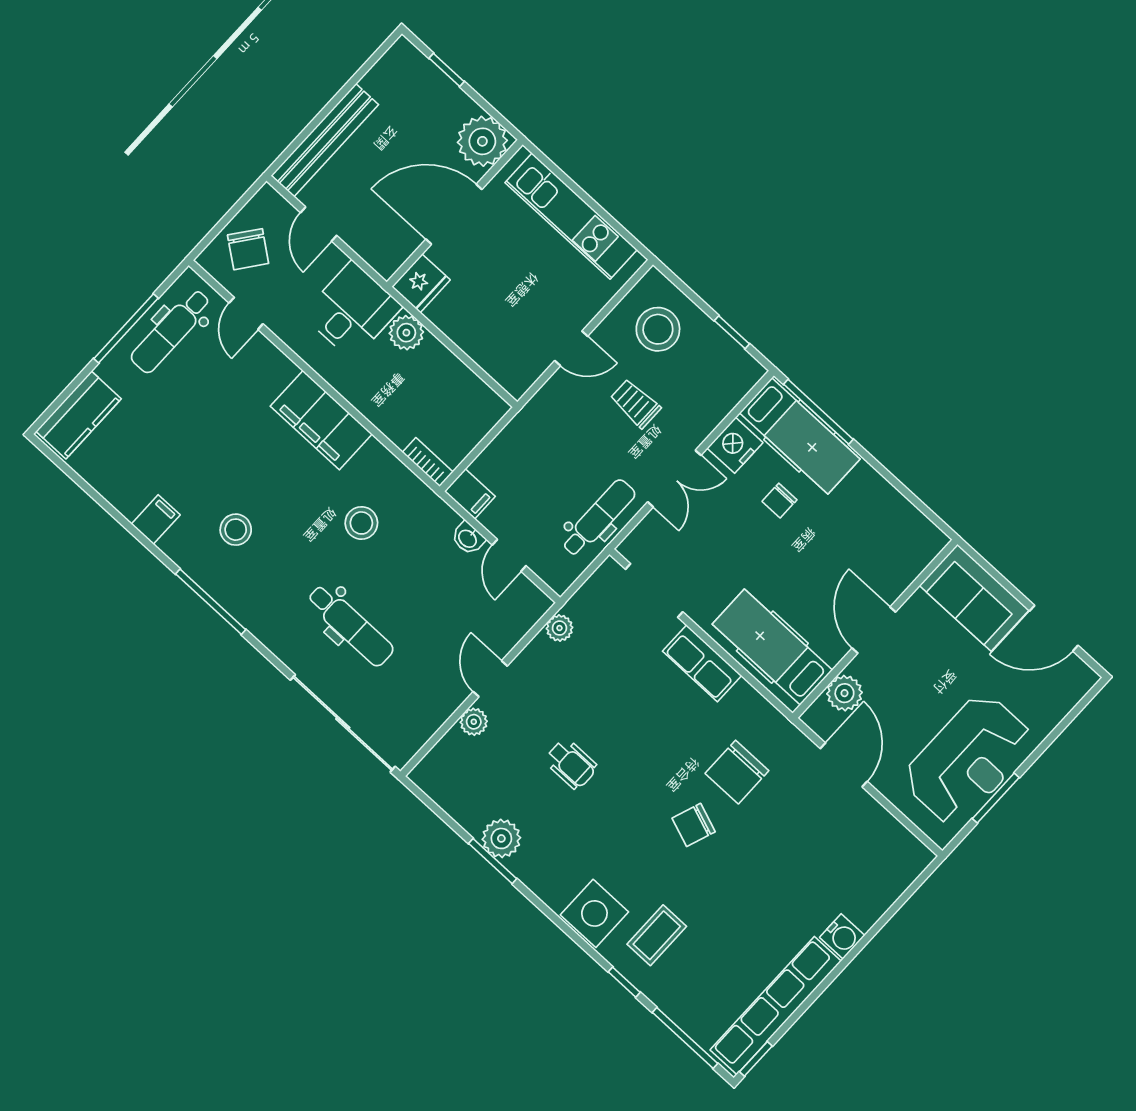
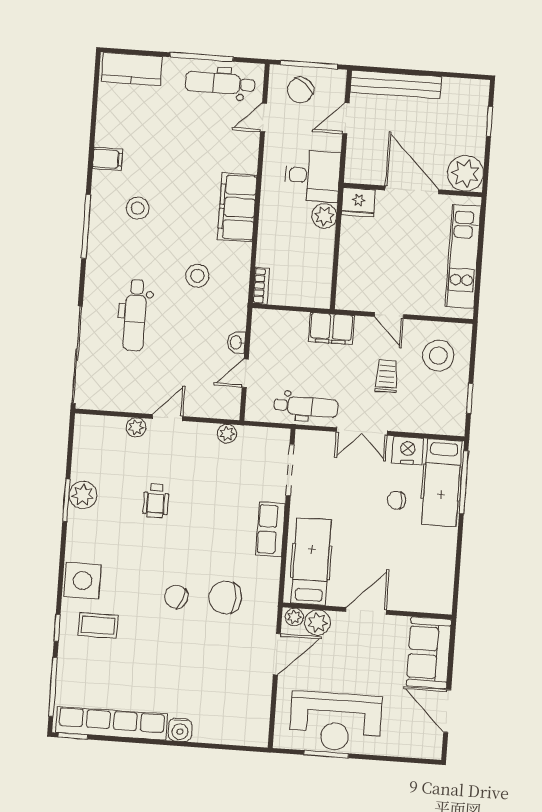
window: (228, 218) -> (309, 65), added
filing cabinet: (470, 494) -> (331, 329), moved, width x2.00
plant: (818, 714) -> (294, 617), added

